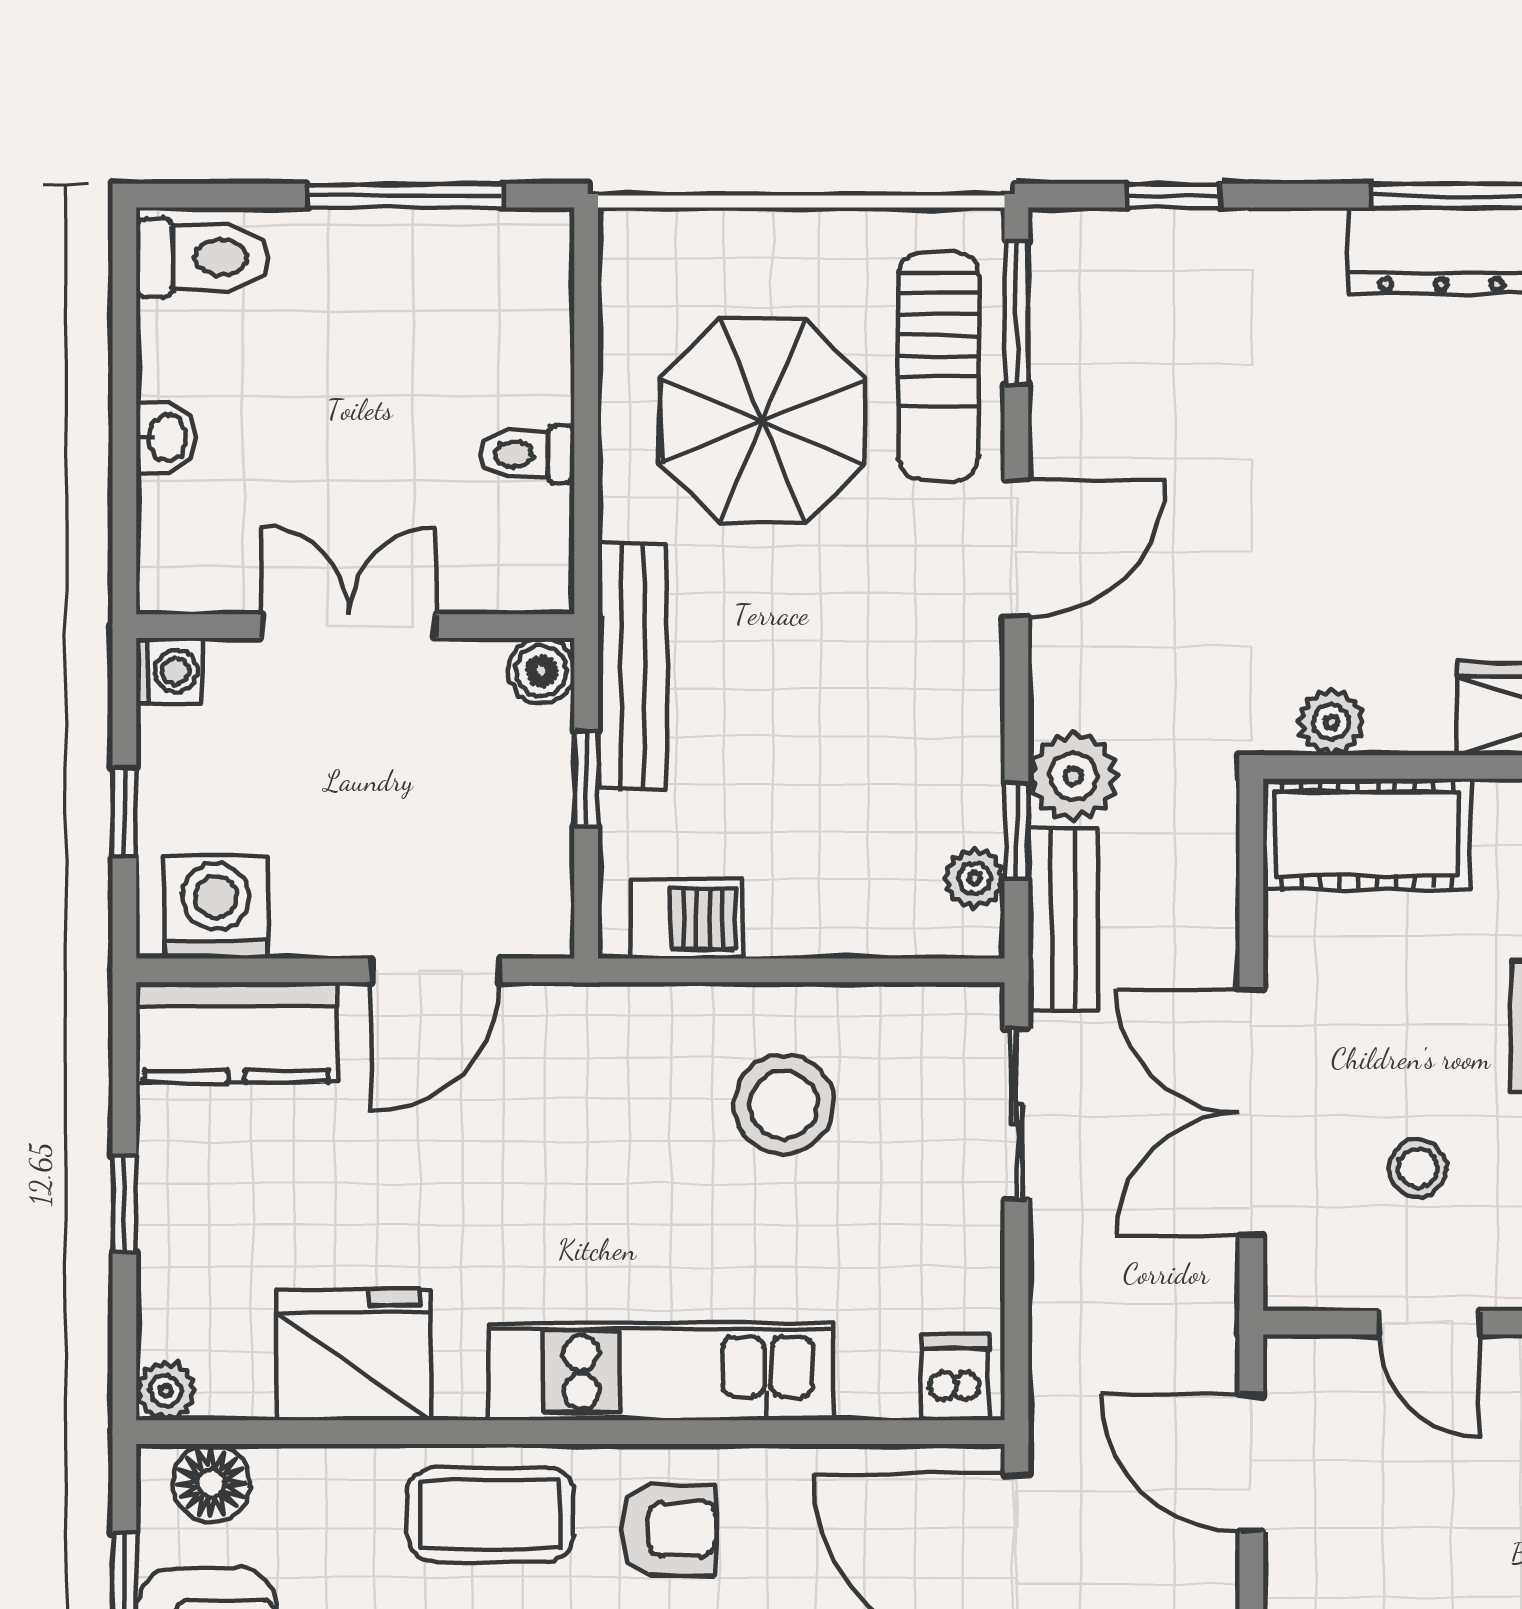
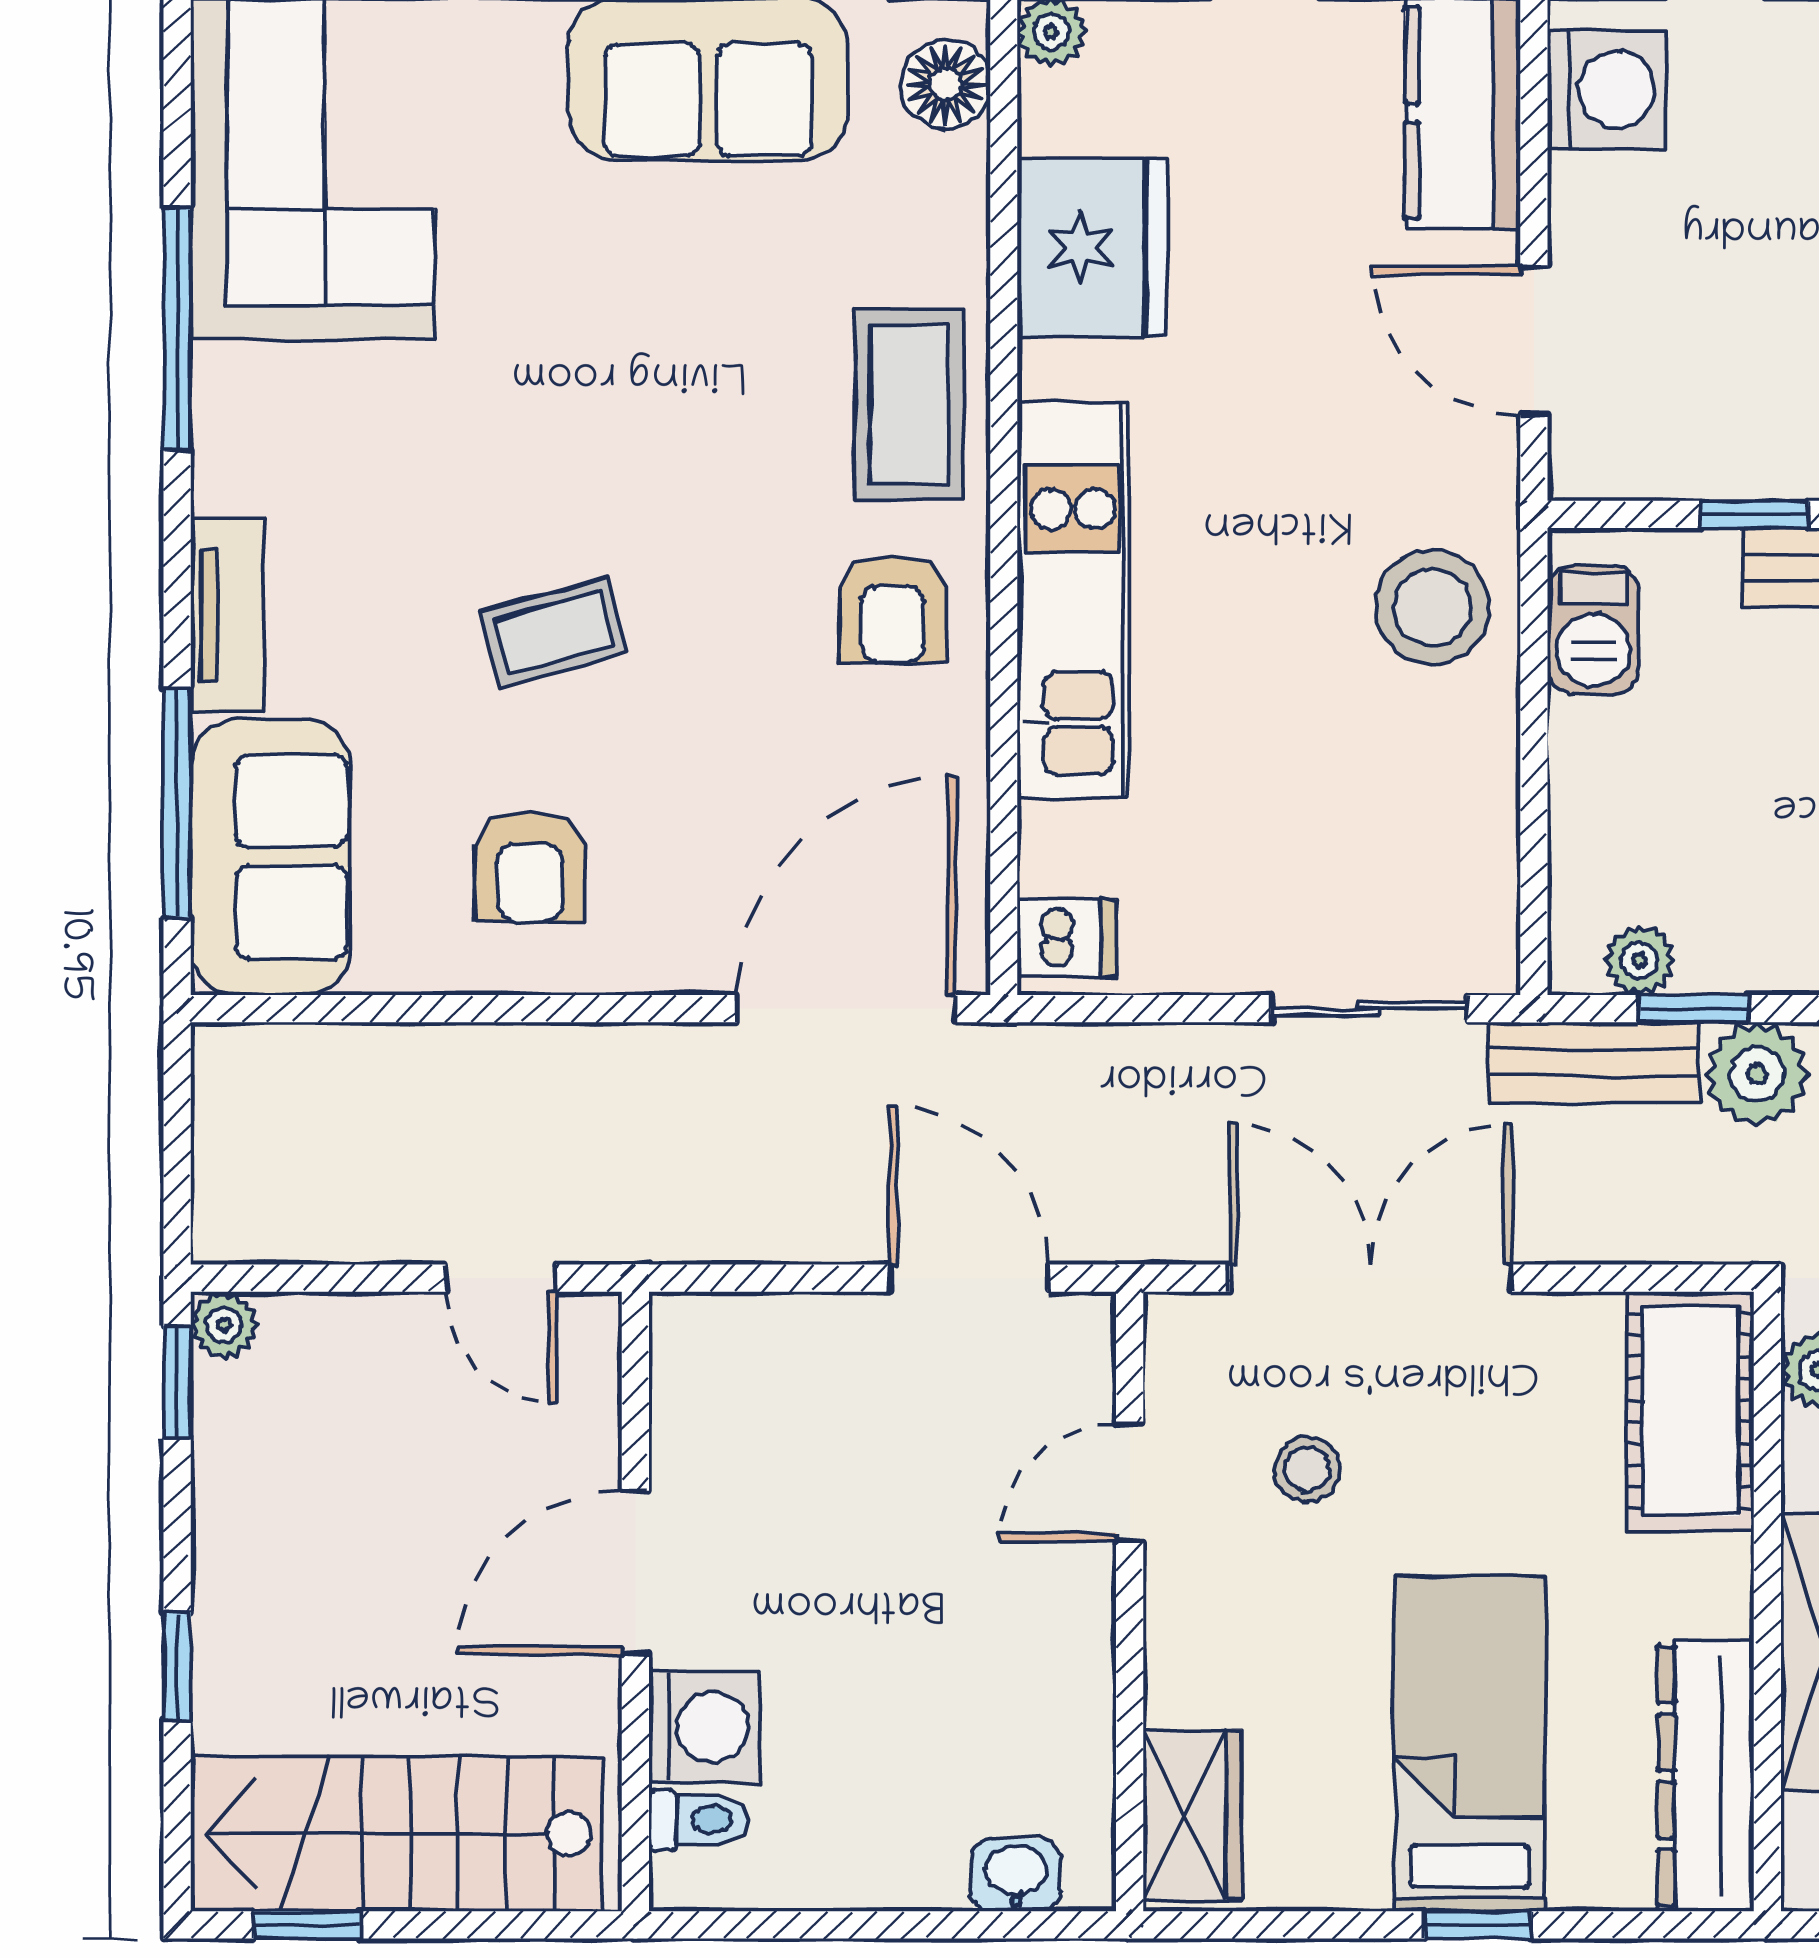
stool: (784, 1104) -> (1432, 607), moved
door: (1251, 1463) -> (969, 1278), hinge flipped

